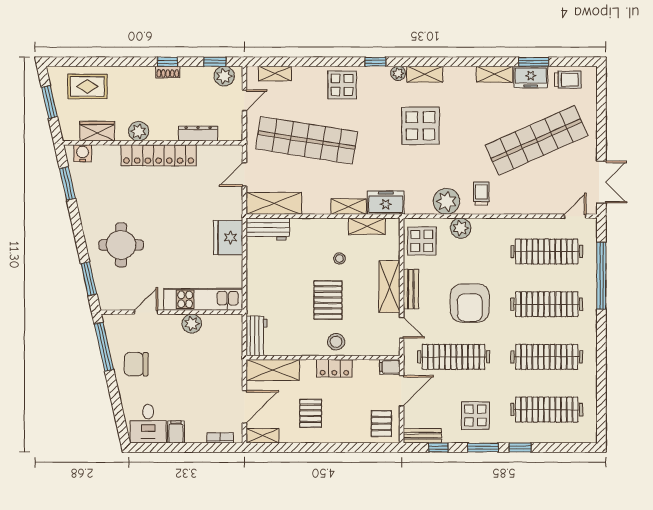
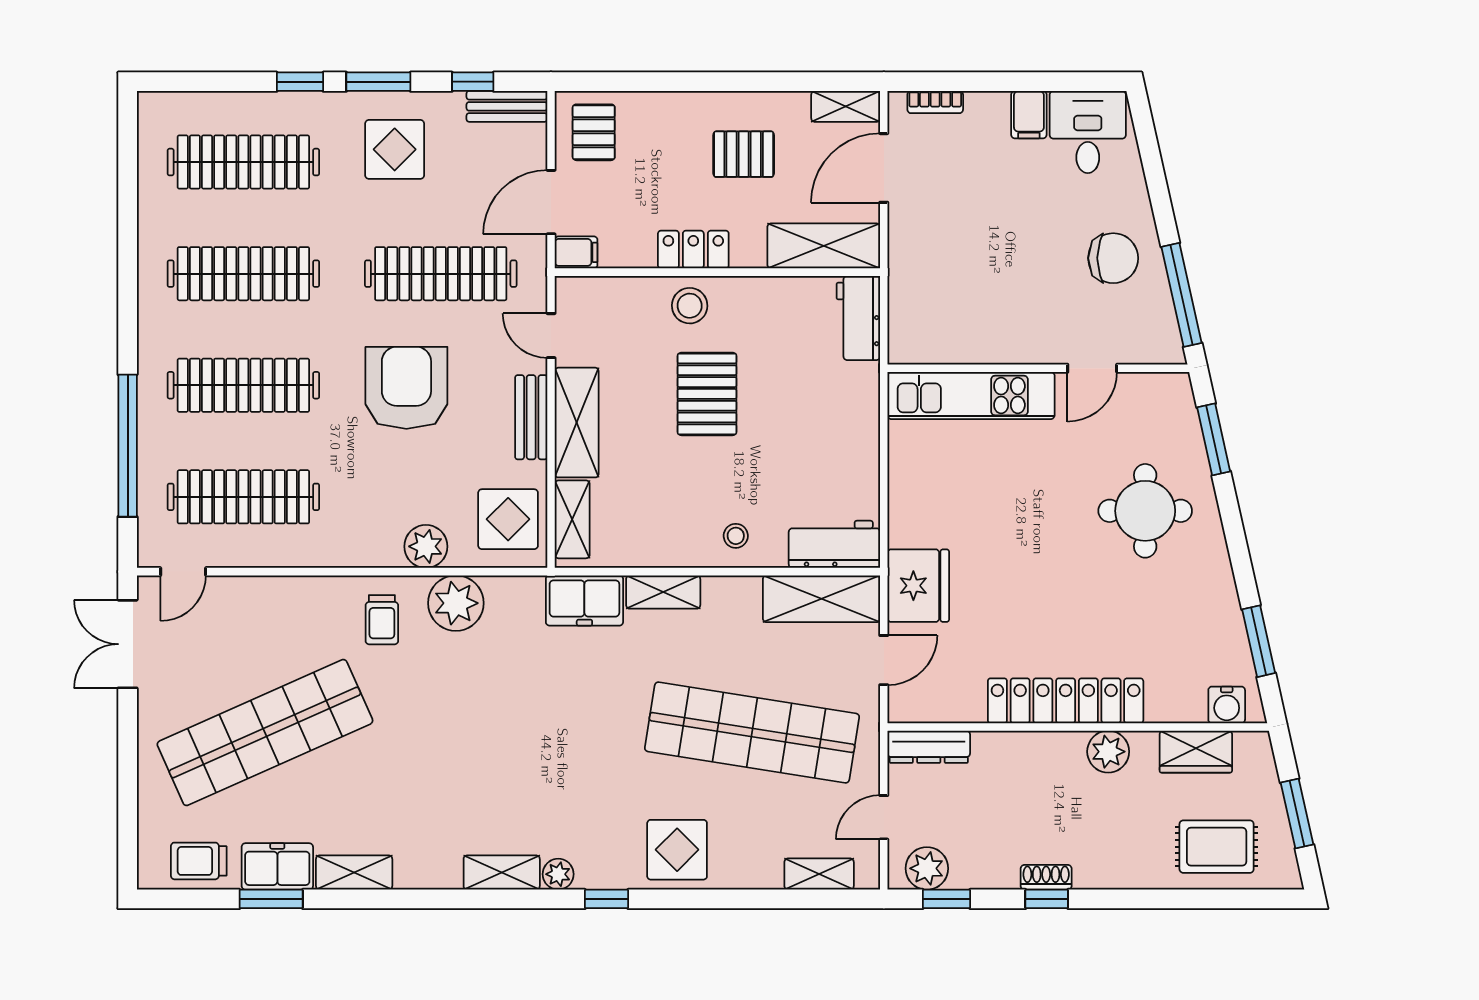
display table: (420, 126) -> (511, 763), removed
dresser: (198, 134) -> (929, 747), moved
shelving: (367, 226) -> (572, 519), moved, turned 90
fridge: (228, 238) -> (918, 586), moved
stool: (339, 259) -> (736, 536), moved
plant: (192, 324) -> (996, 344), removed
pallet: (311, 413) -> (744, 154), turned 90

